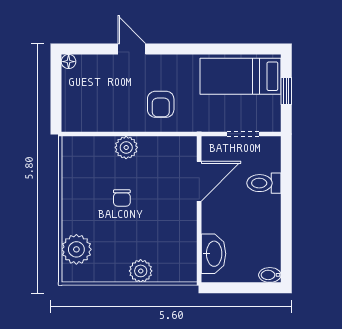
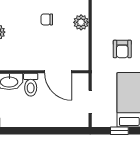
armchair: (161, 104) -> (122, 49), moved, turned -90
toilet: (264, 183) -> (31, 85), moved, turned 180

